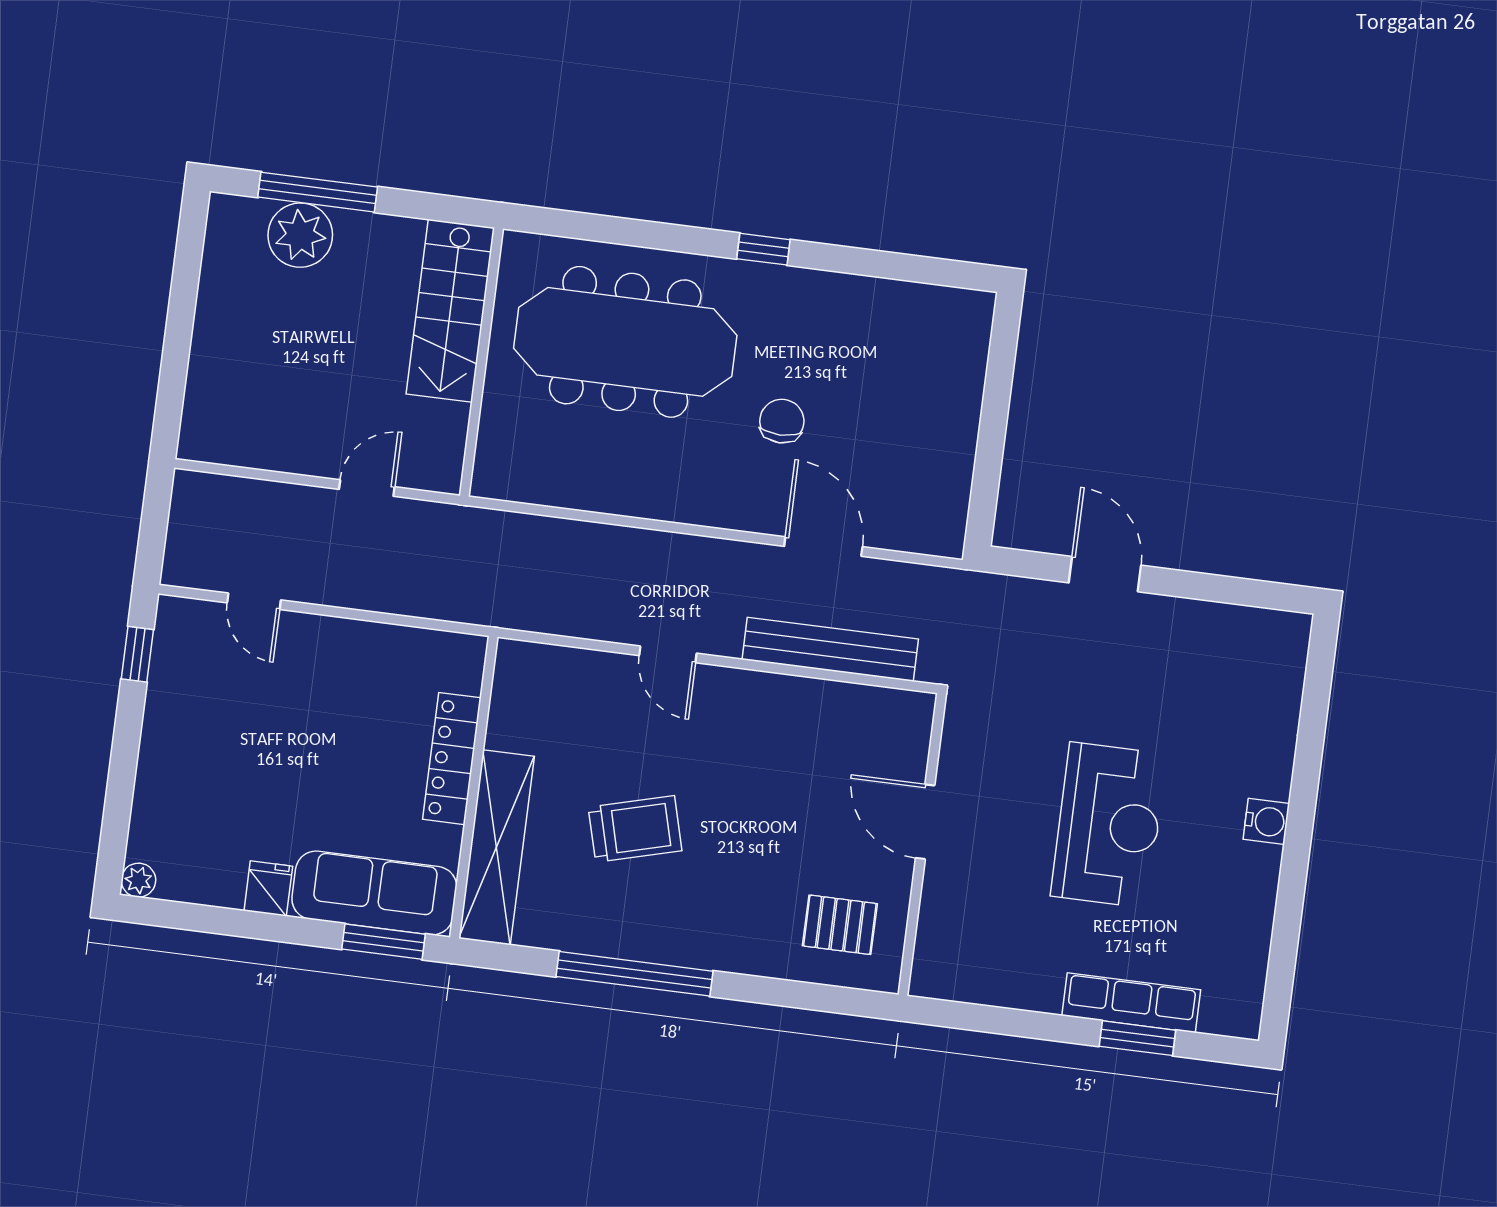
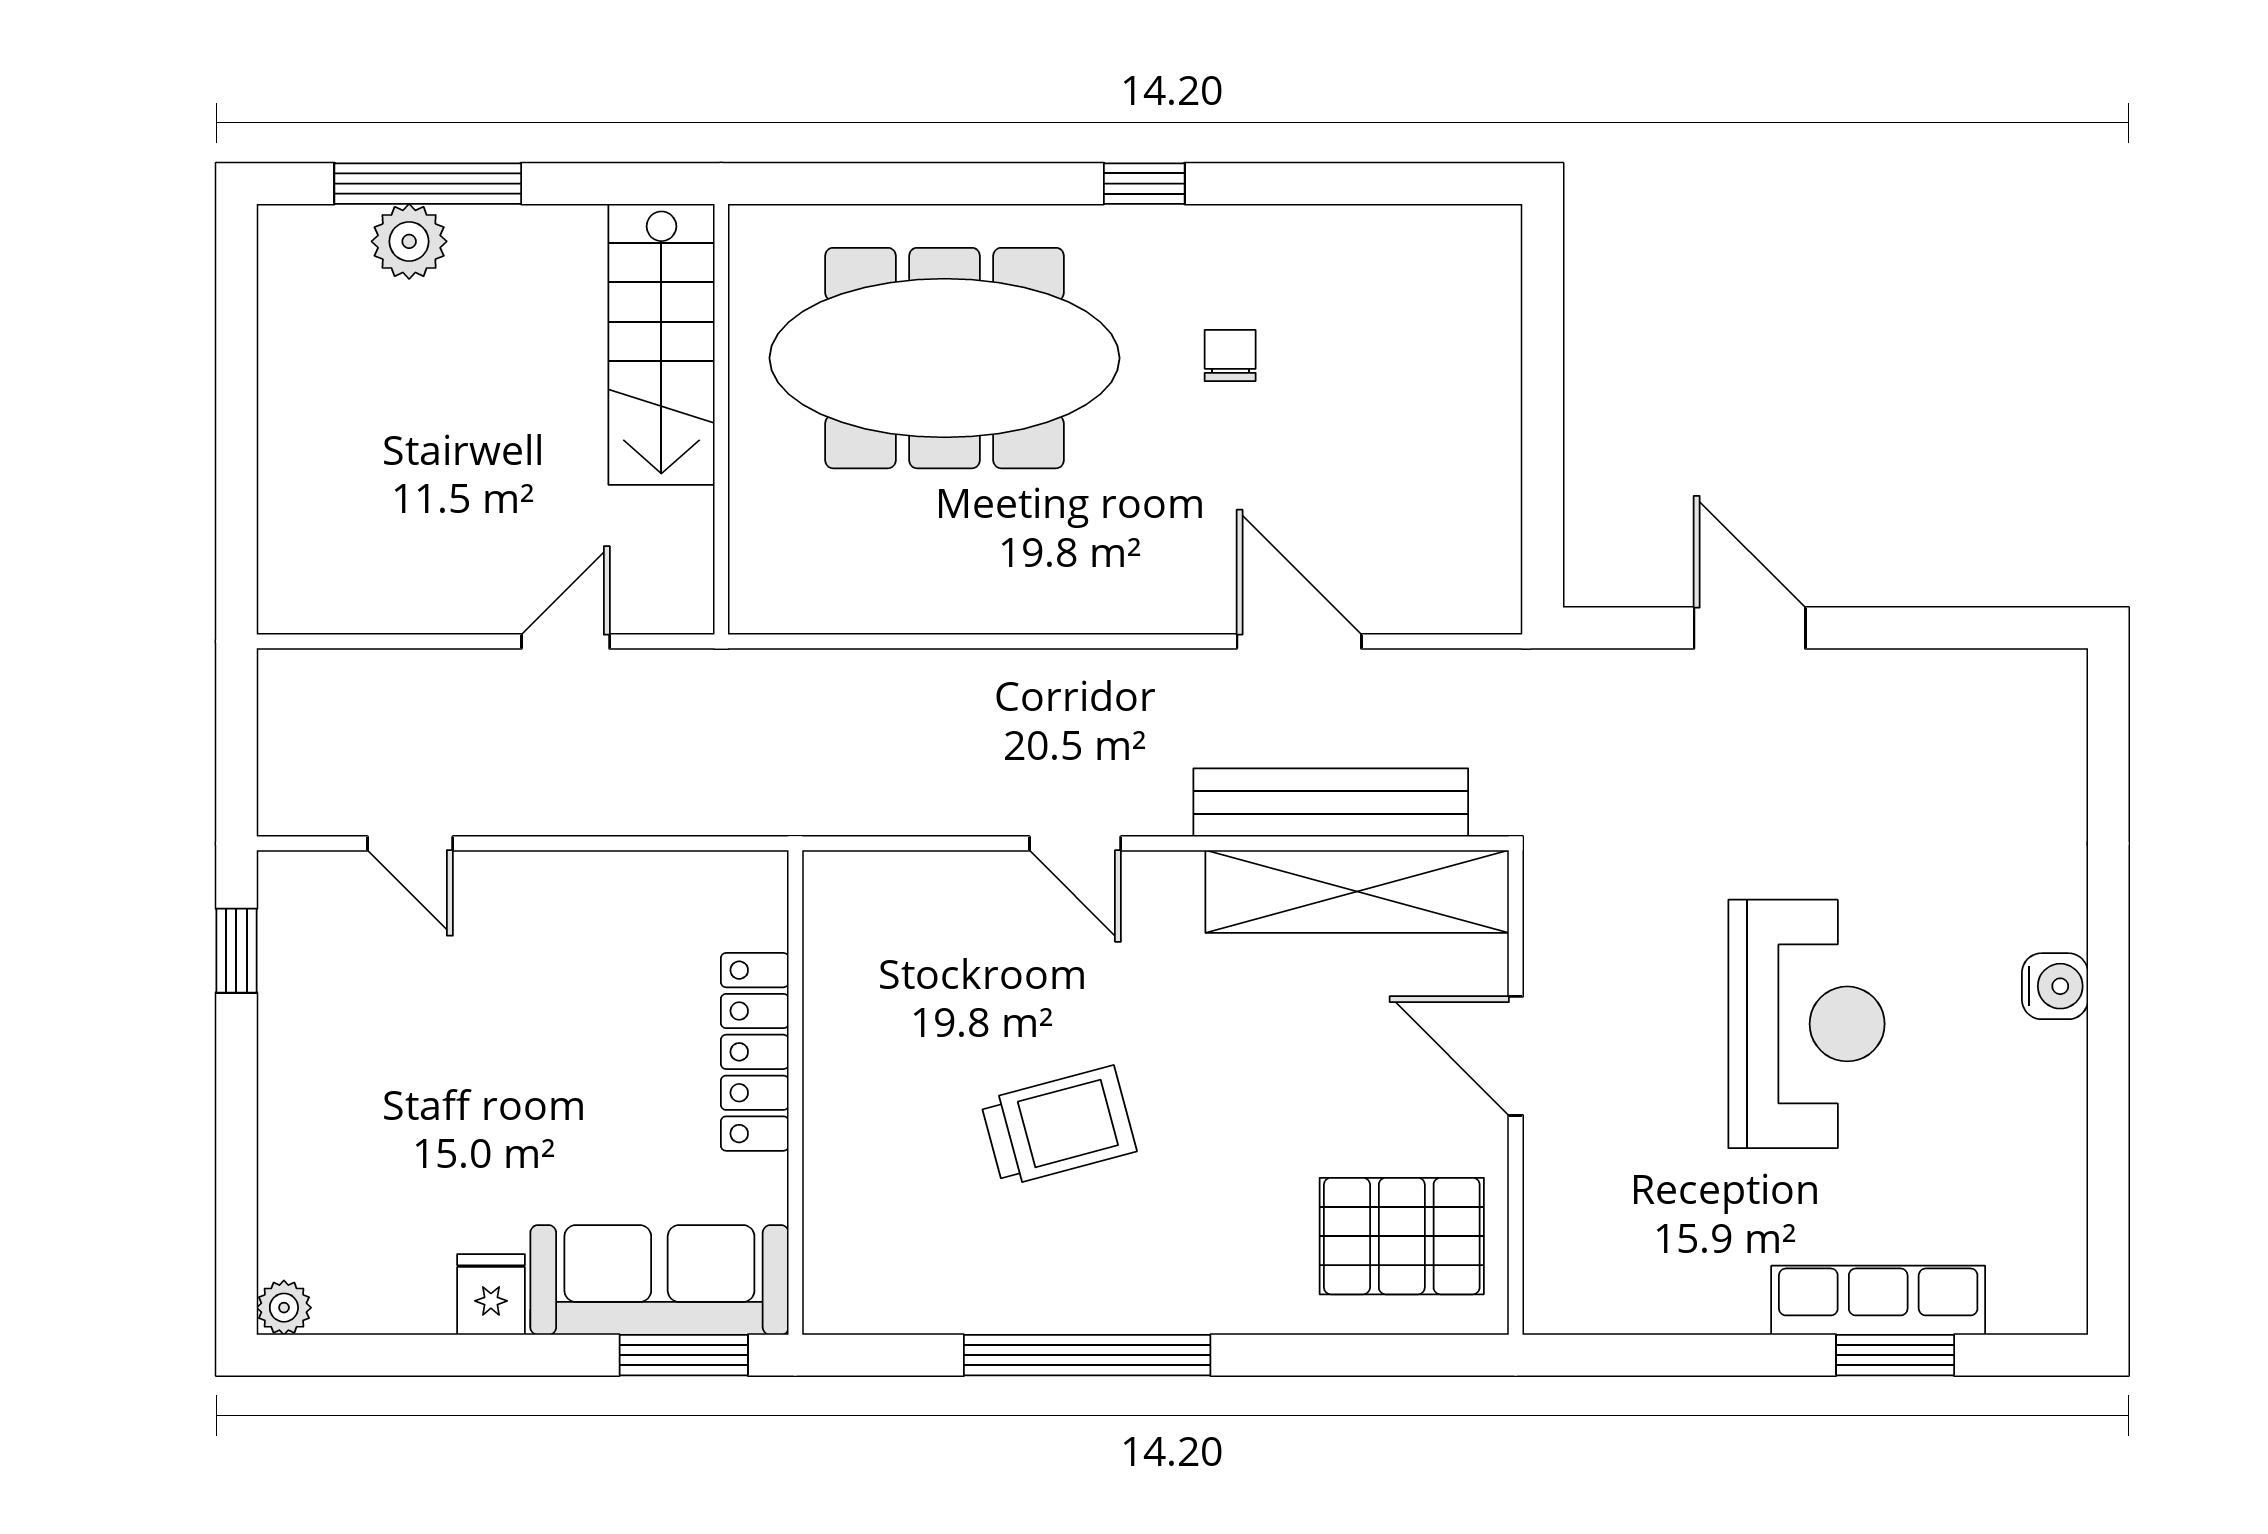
plant: (300, 235) -> (409, 241), width x0.73, depth x0.73
chair: (782, 421) -> (1230, 355), moved, width x0.73, depth x0.73
shelving: (497, 847) -> (1357, 892), moved, turned 90
pallet: (840, 925) -> (1402, 1236), width x1.50, depth x1.42

